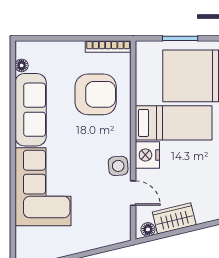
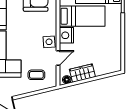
door: (133, 193) -> (58, 58), hinge flipped
coffee table: (97, 221) -> (36, 75), added

